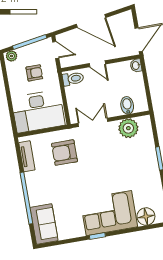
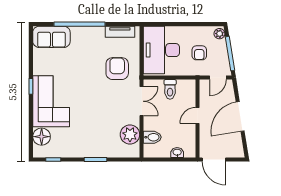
washbasin: (136, 65) -> (177, 152), moved
toilet: (73, 79) -> (170, 89), moved

